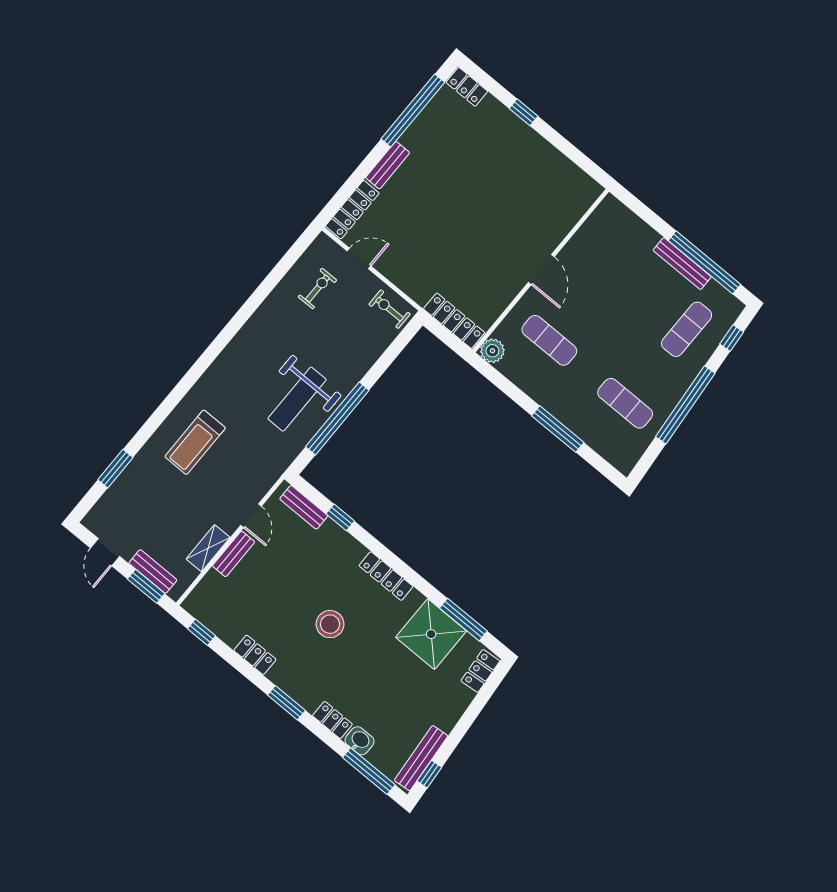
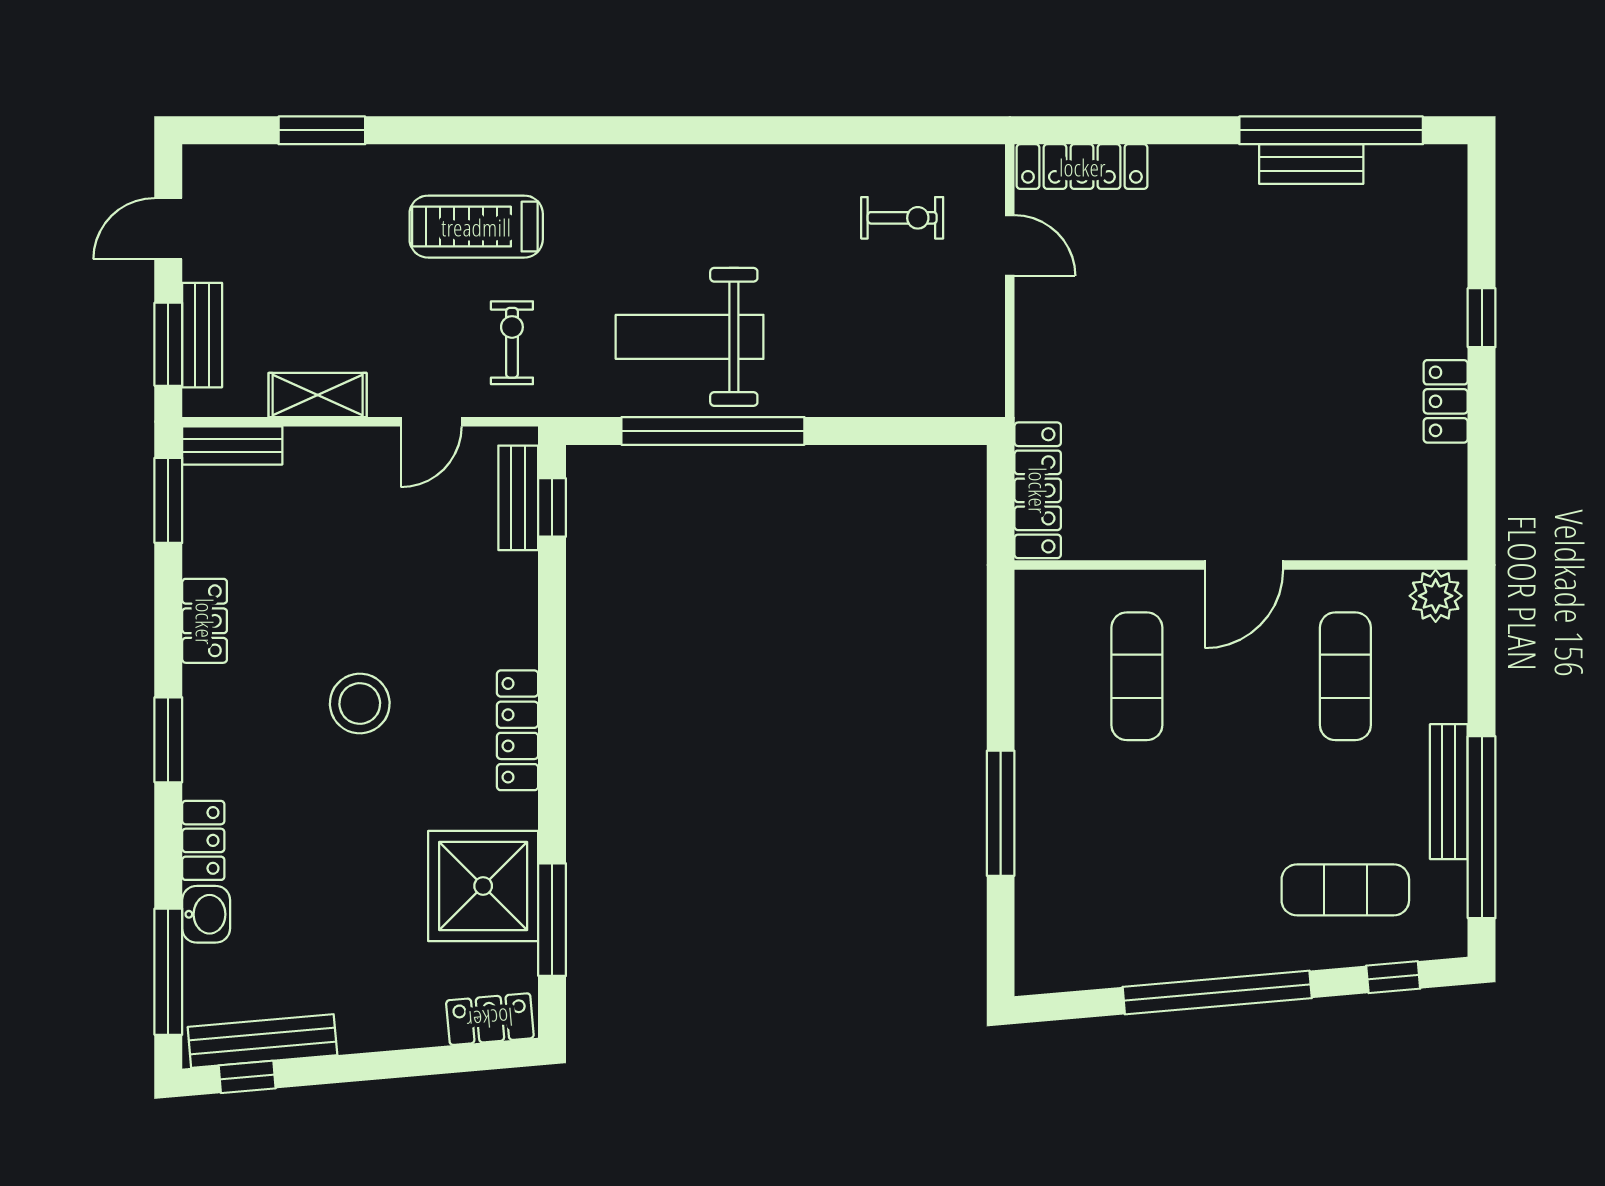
locker: (467, 87) -> (1446, 401), moved
bench: (388, 165) -> (1311, 164), moved
exercise bike: (389, 309) -> (512, 343), moved
plant: (492, 351) -> (1436, 596), moved
exercise mat: (625, 403) -> (1345, 676), moved
window: (340, 517) -> (552, 507), moved
bench: (234, 554) -> (232, 445), moved
window: (201, 632) -> (168, 500), width x1.50

